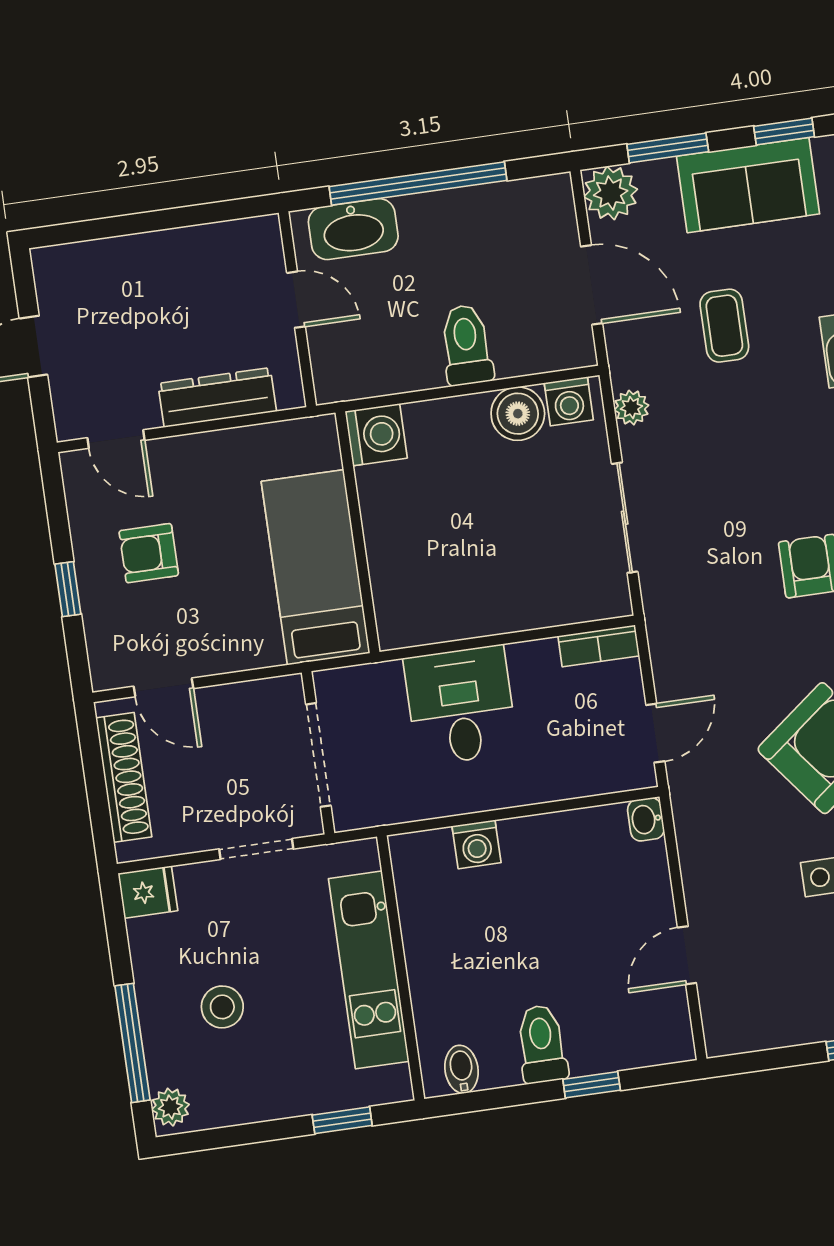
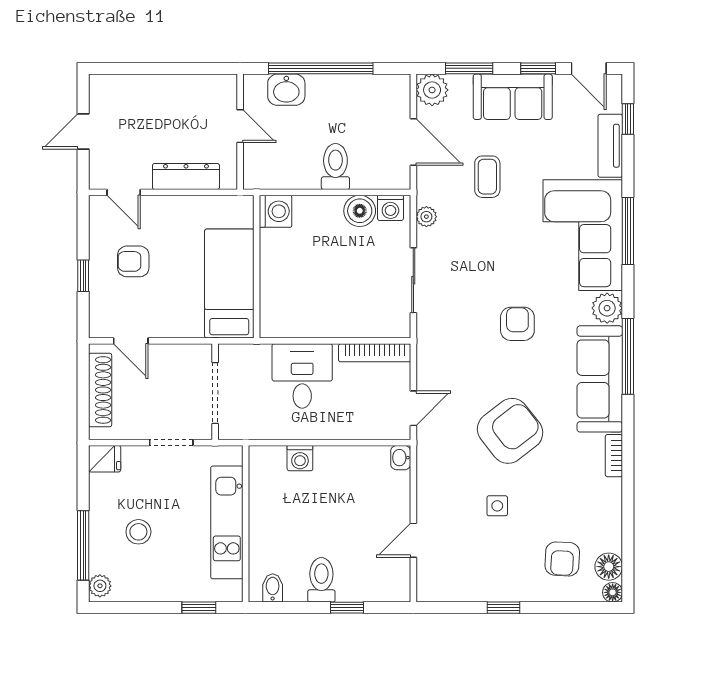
washbasin: (353, 229) -> (286, 90), width x0.72
bookcase: (599, 646) -> (375, 353), width x1.56

